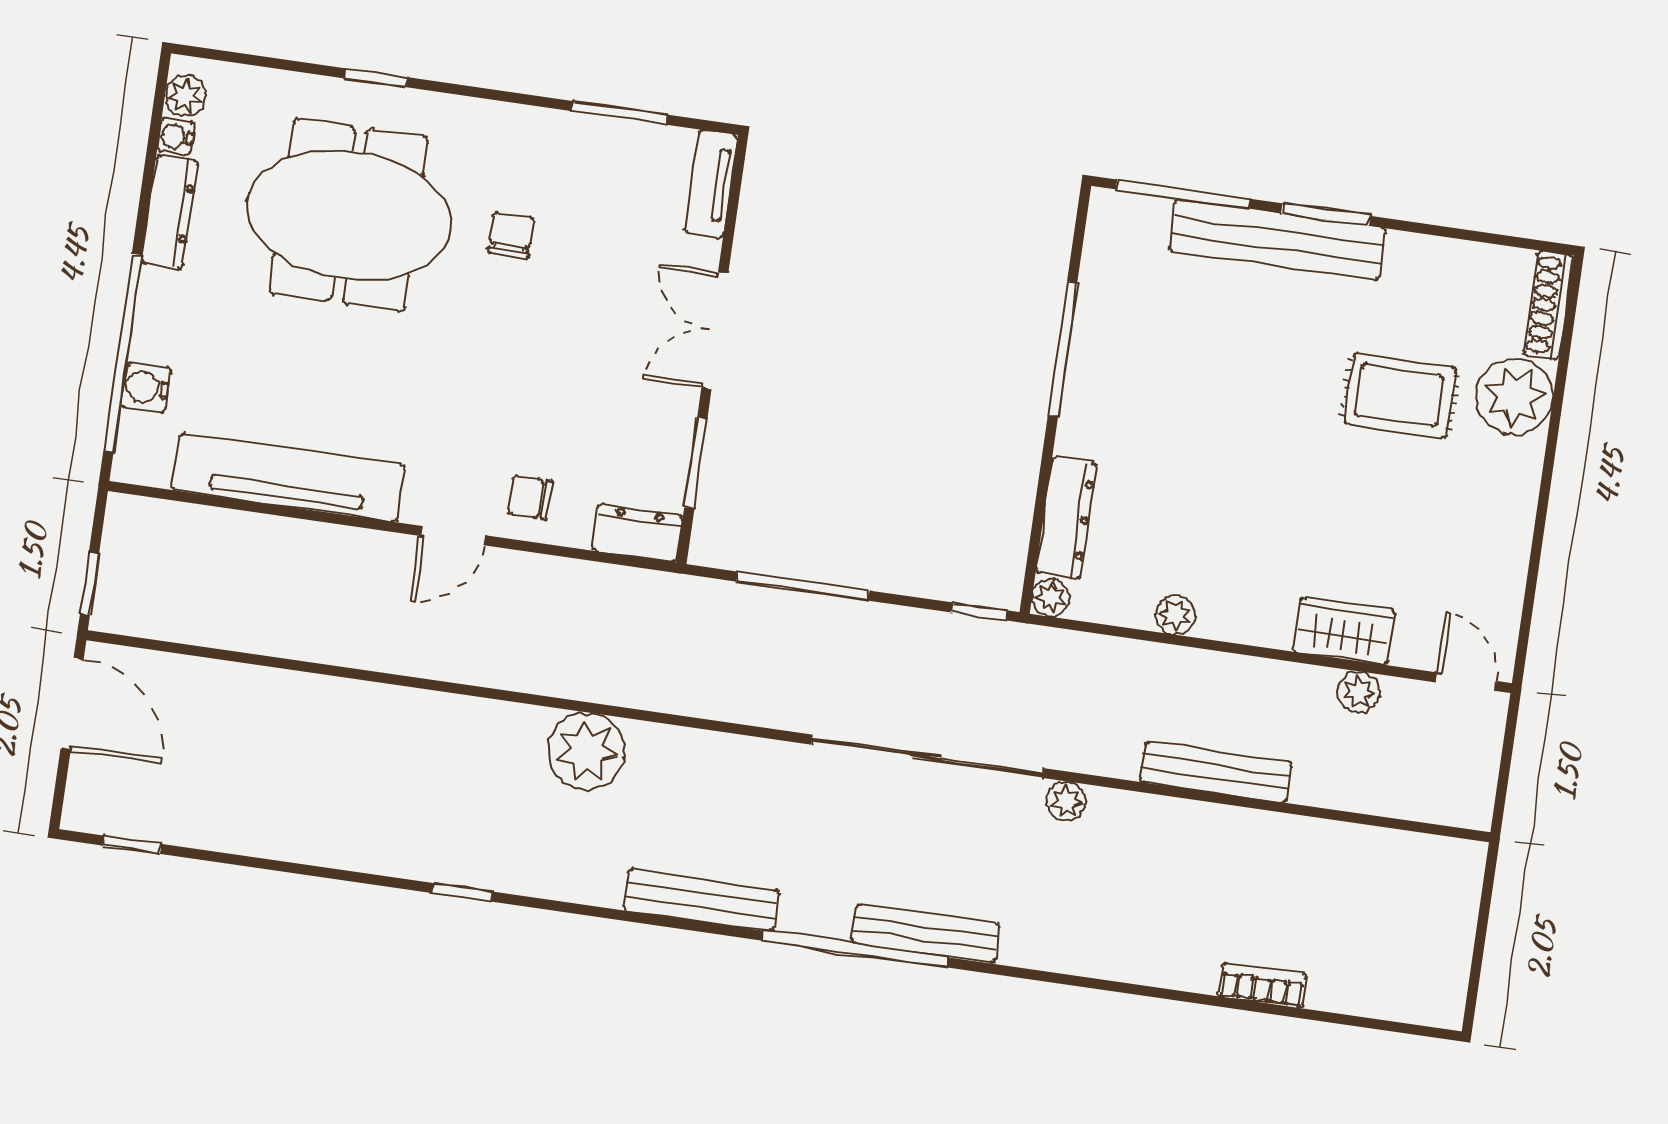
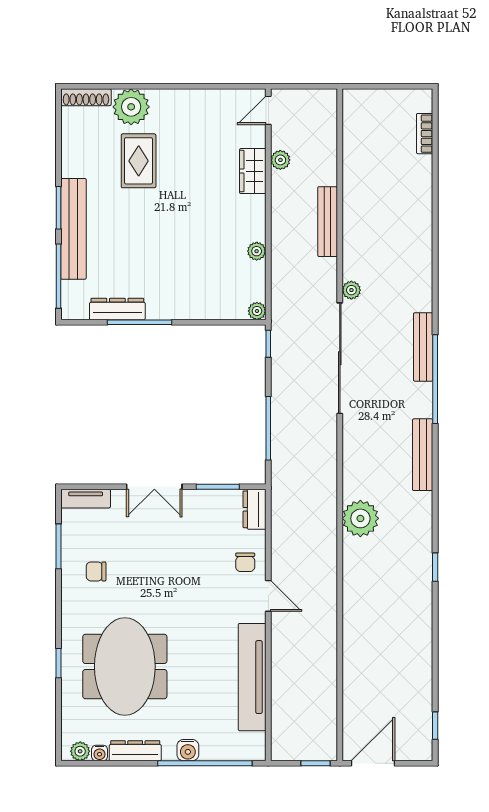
chair: (511, 235) -> (96, 571), moved
water cooler: (146, 387) -> (188, 750), moved
dresser: (1066, 518) -> (117, 309), moved
bookcase: (1262, 985) -> (425, 134), moved

